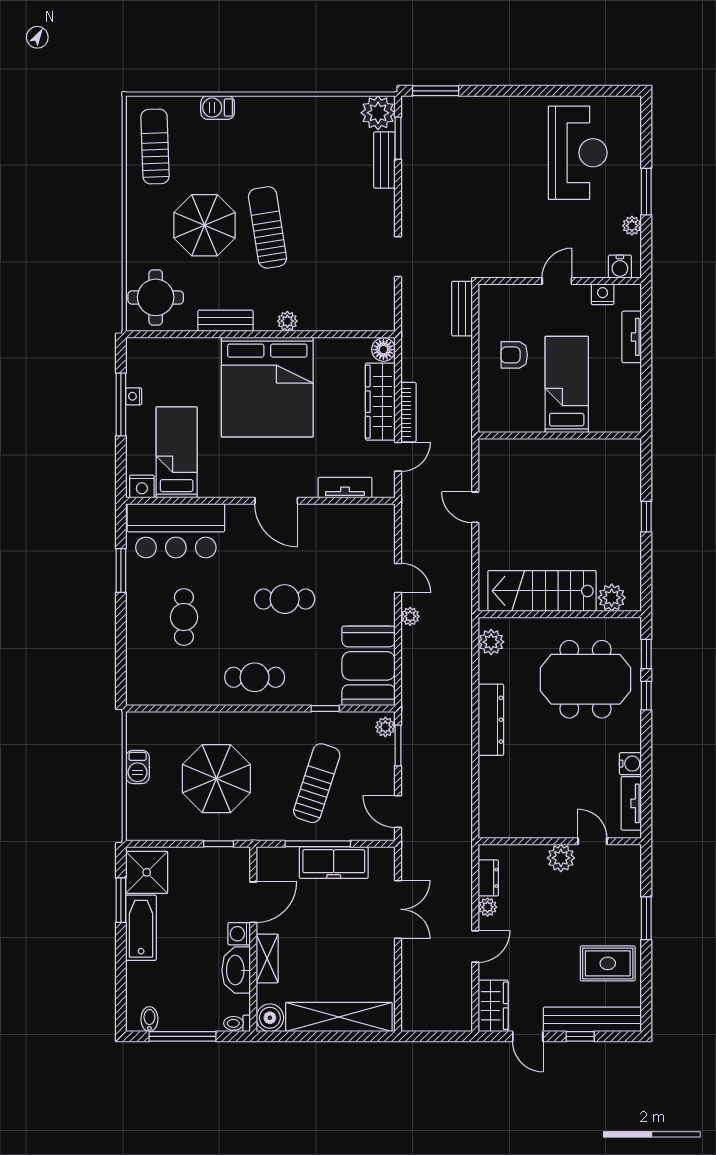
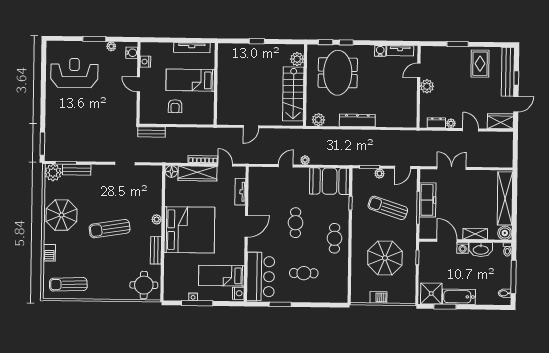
parasol: (204, 225) -> (62, 215), moved
tv unit: (632, 337) -> (192, 48), moved, width x1.41
plant: (385, 727) -> (379, 173), moved

